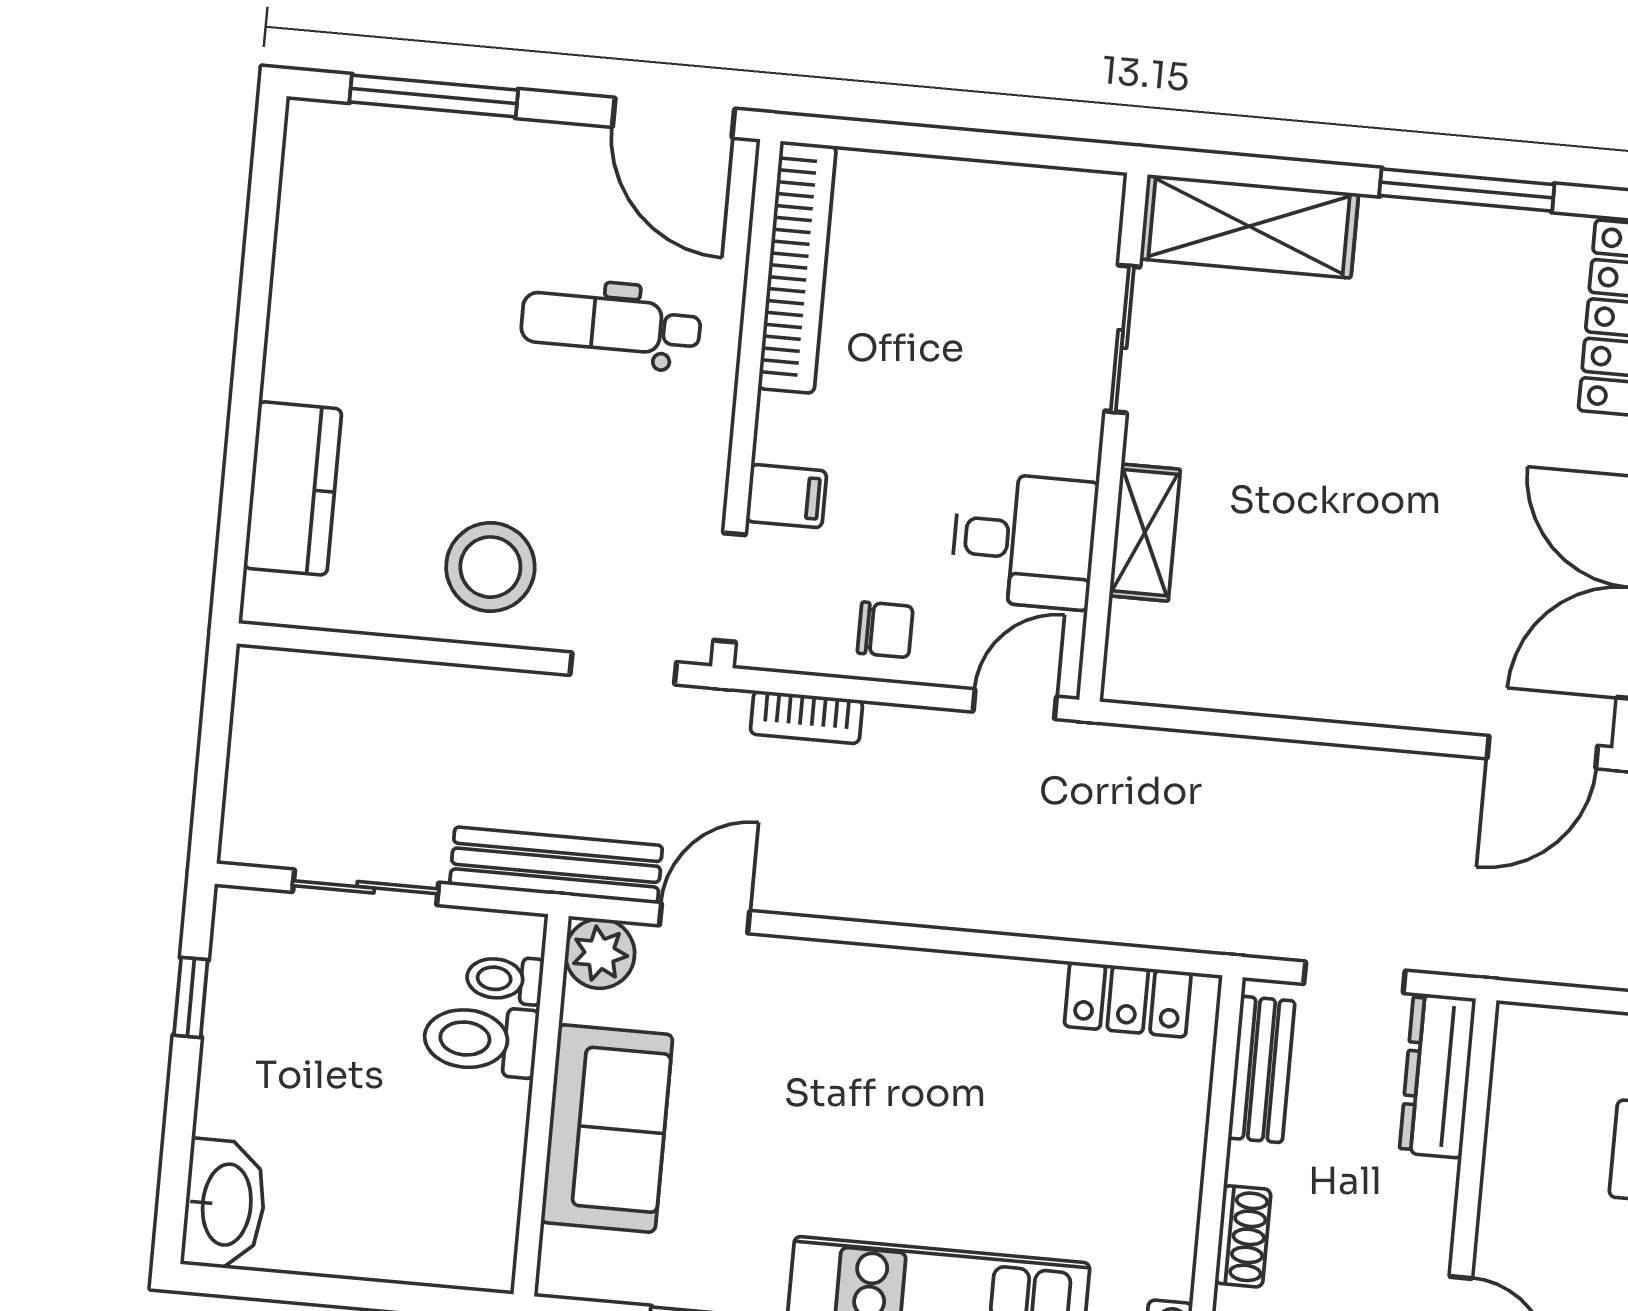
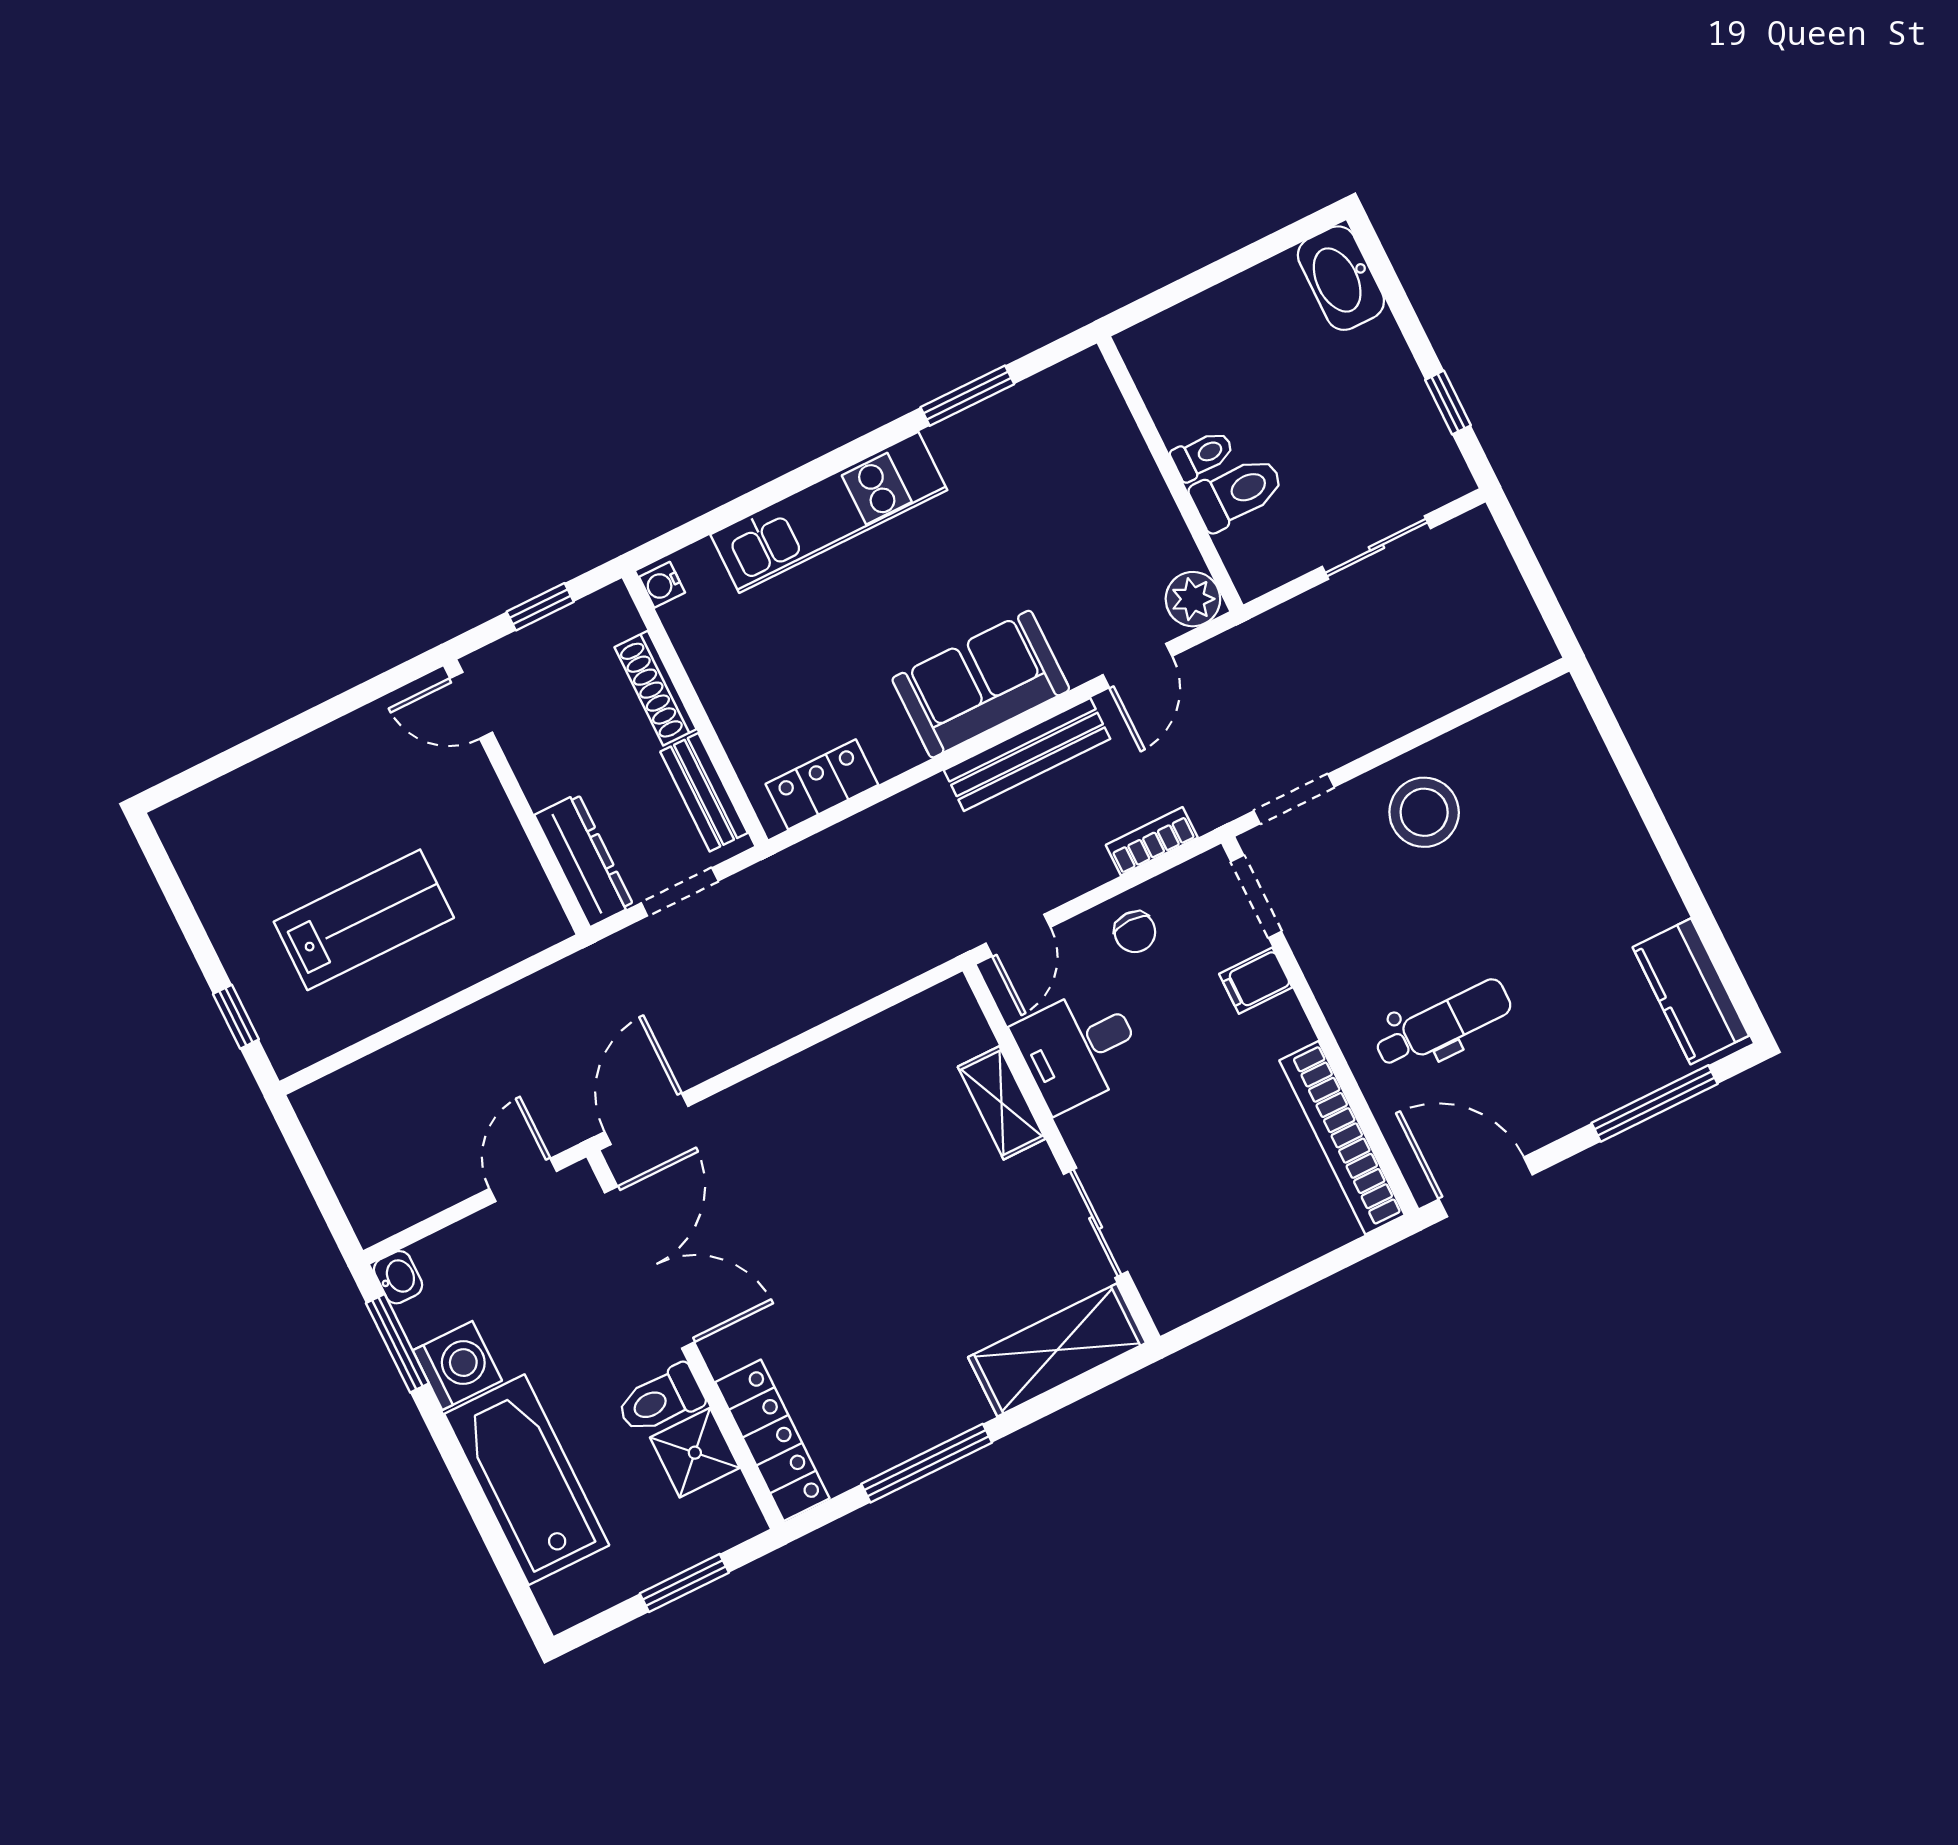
kitchen counter: (293, 488) -> (1691, 991), moved
chair: (885, 630) -> (1135, 932), turned -90
bench: (556, 865) -> (1027, 754), moved
toilet: (505, 979) -> (1203, 455), moved
sofa: (607, 1128) -> (981, 684), moved, turned 90
shoe rack: (1243, 1236) -> (655, 688), width x1.43

